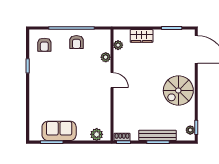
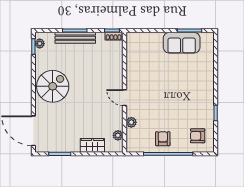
armchair: (44, 45) -> (198, 136), turned -90
plant: (97, 134) -> (141, 39), removed

